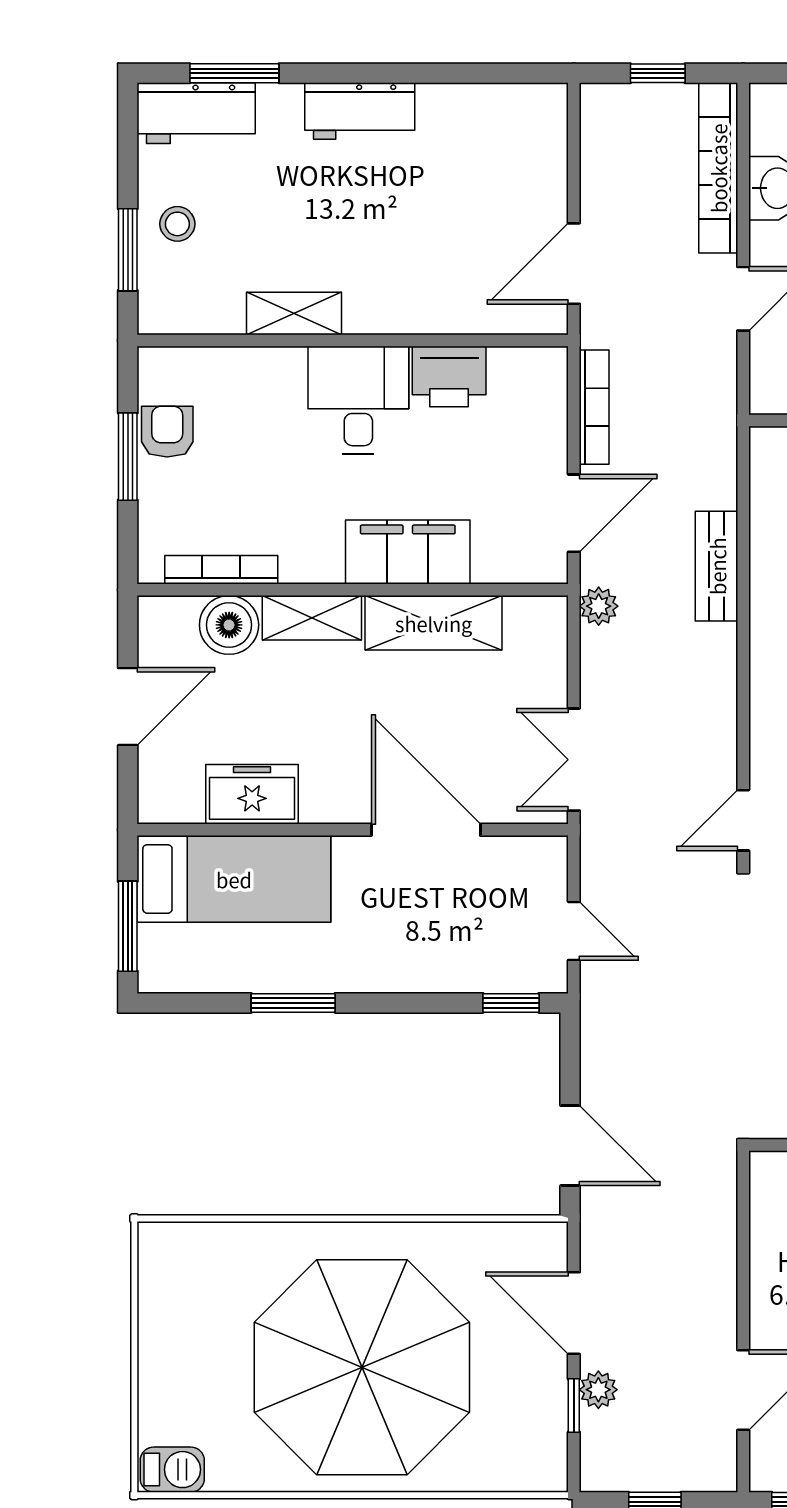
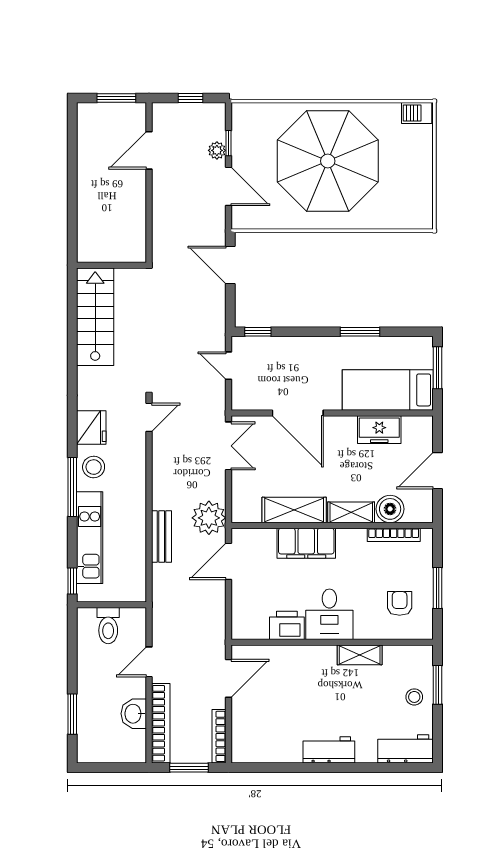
window: (234, 73) -> (388, 768), removed
window: (658, 73) -> (189, 768), width x1.50
bookcase: (594, 407) -> (219, 736), moved
armchair: (167, 432) -> (400, 603), moved, turned 180
plant: (599, 606) -> (209, 518), width x1.87, depth x1.87

